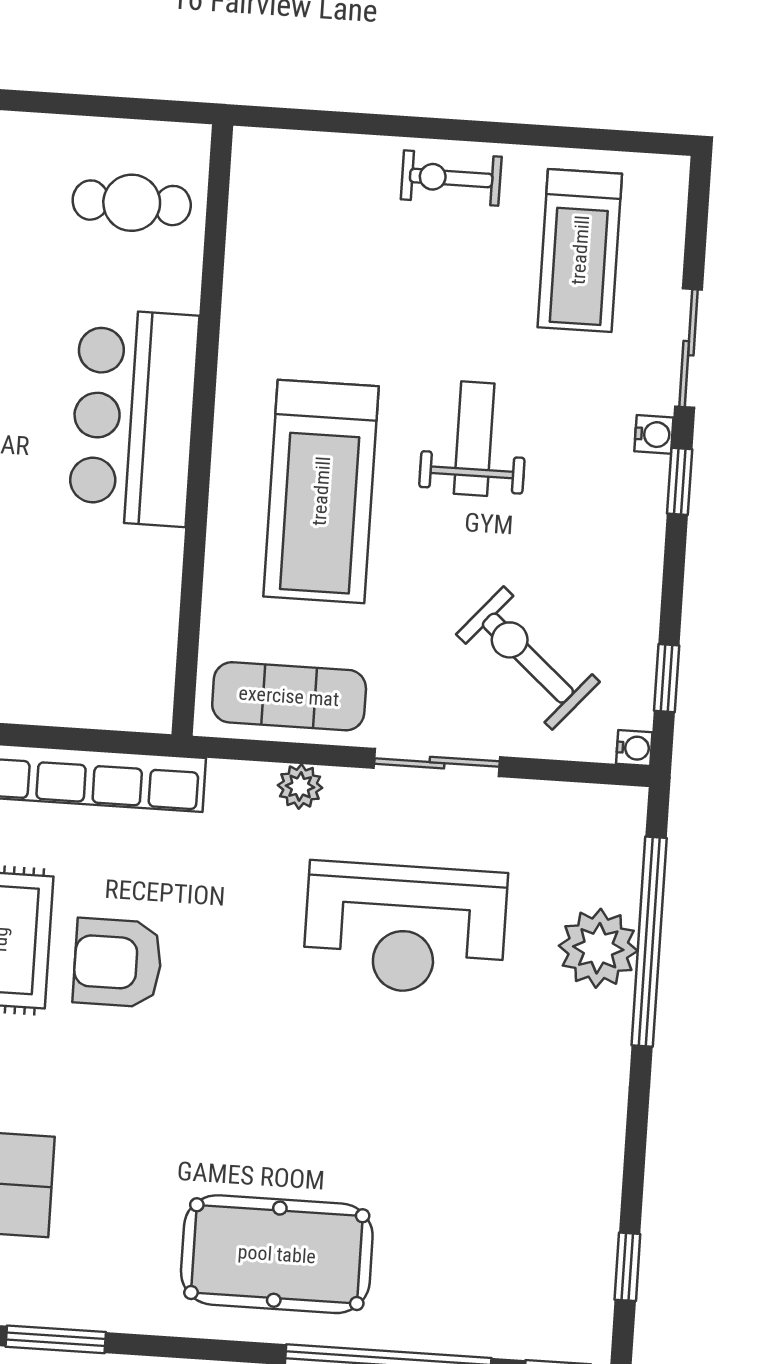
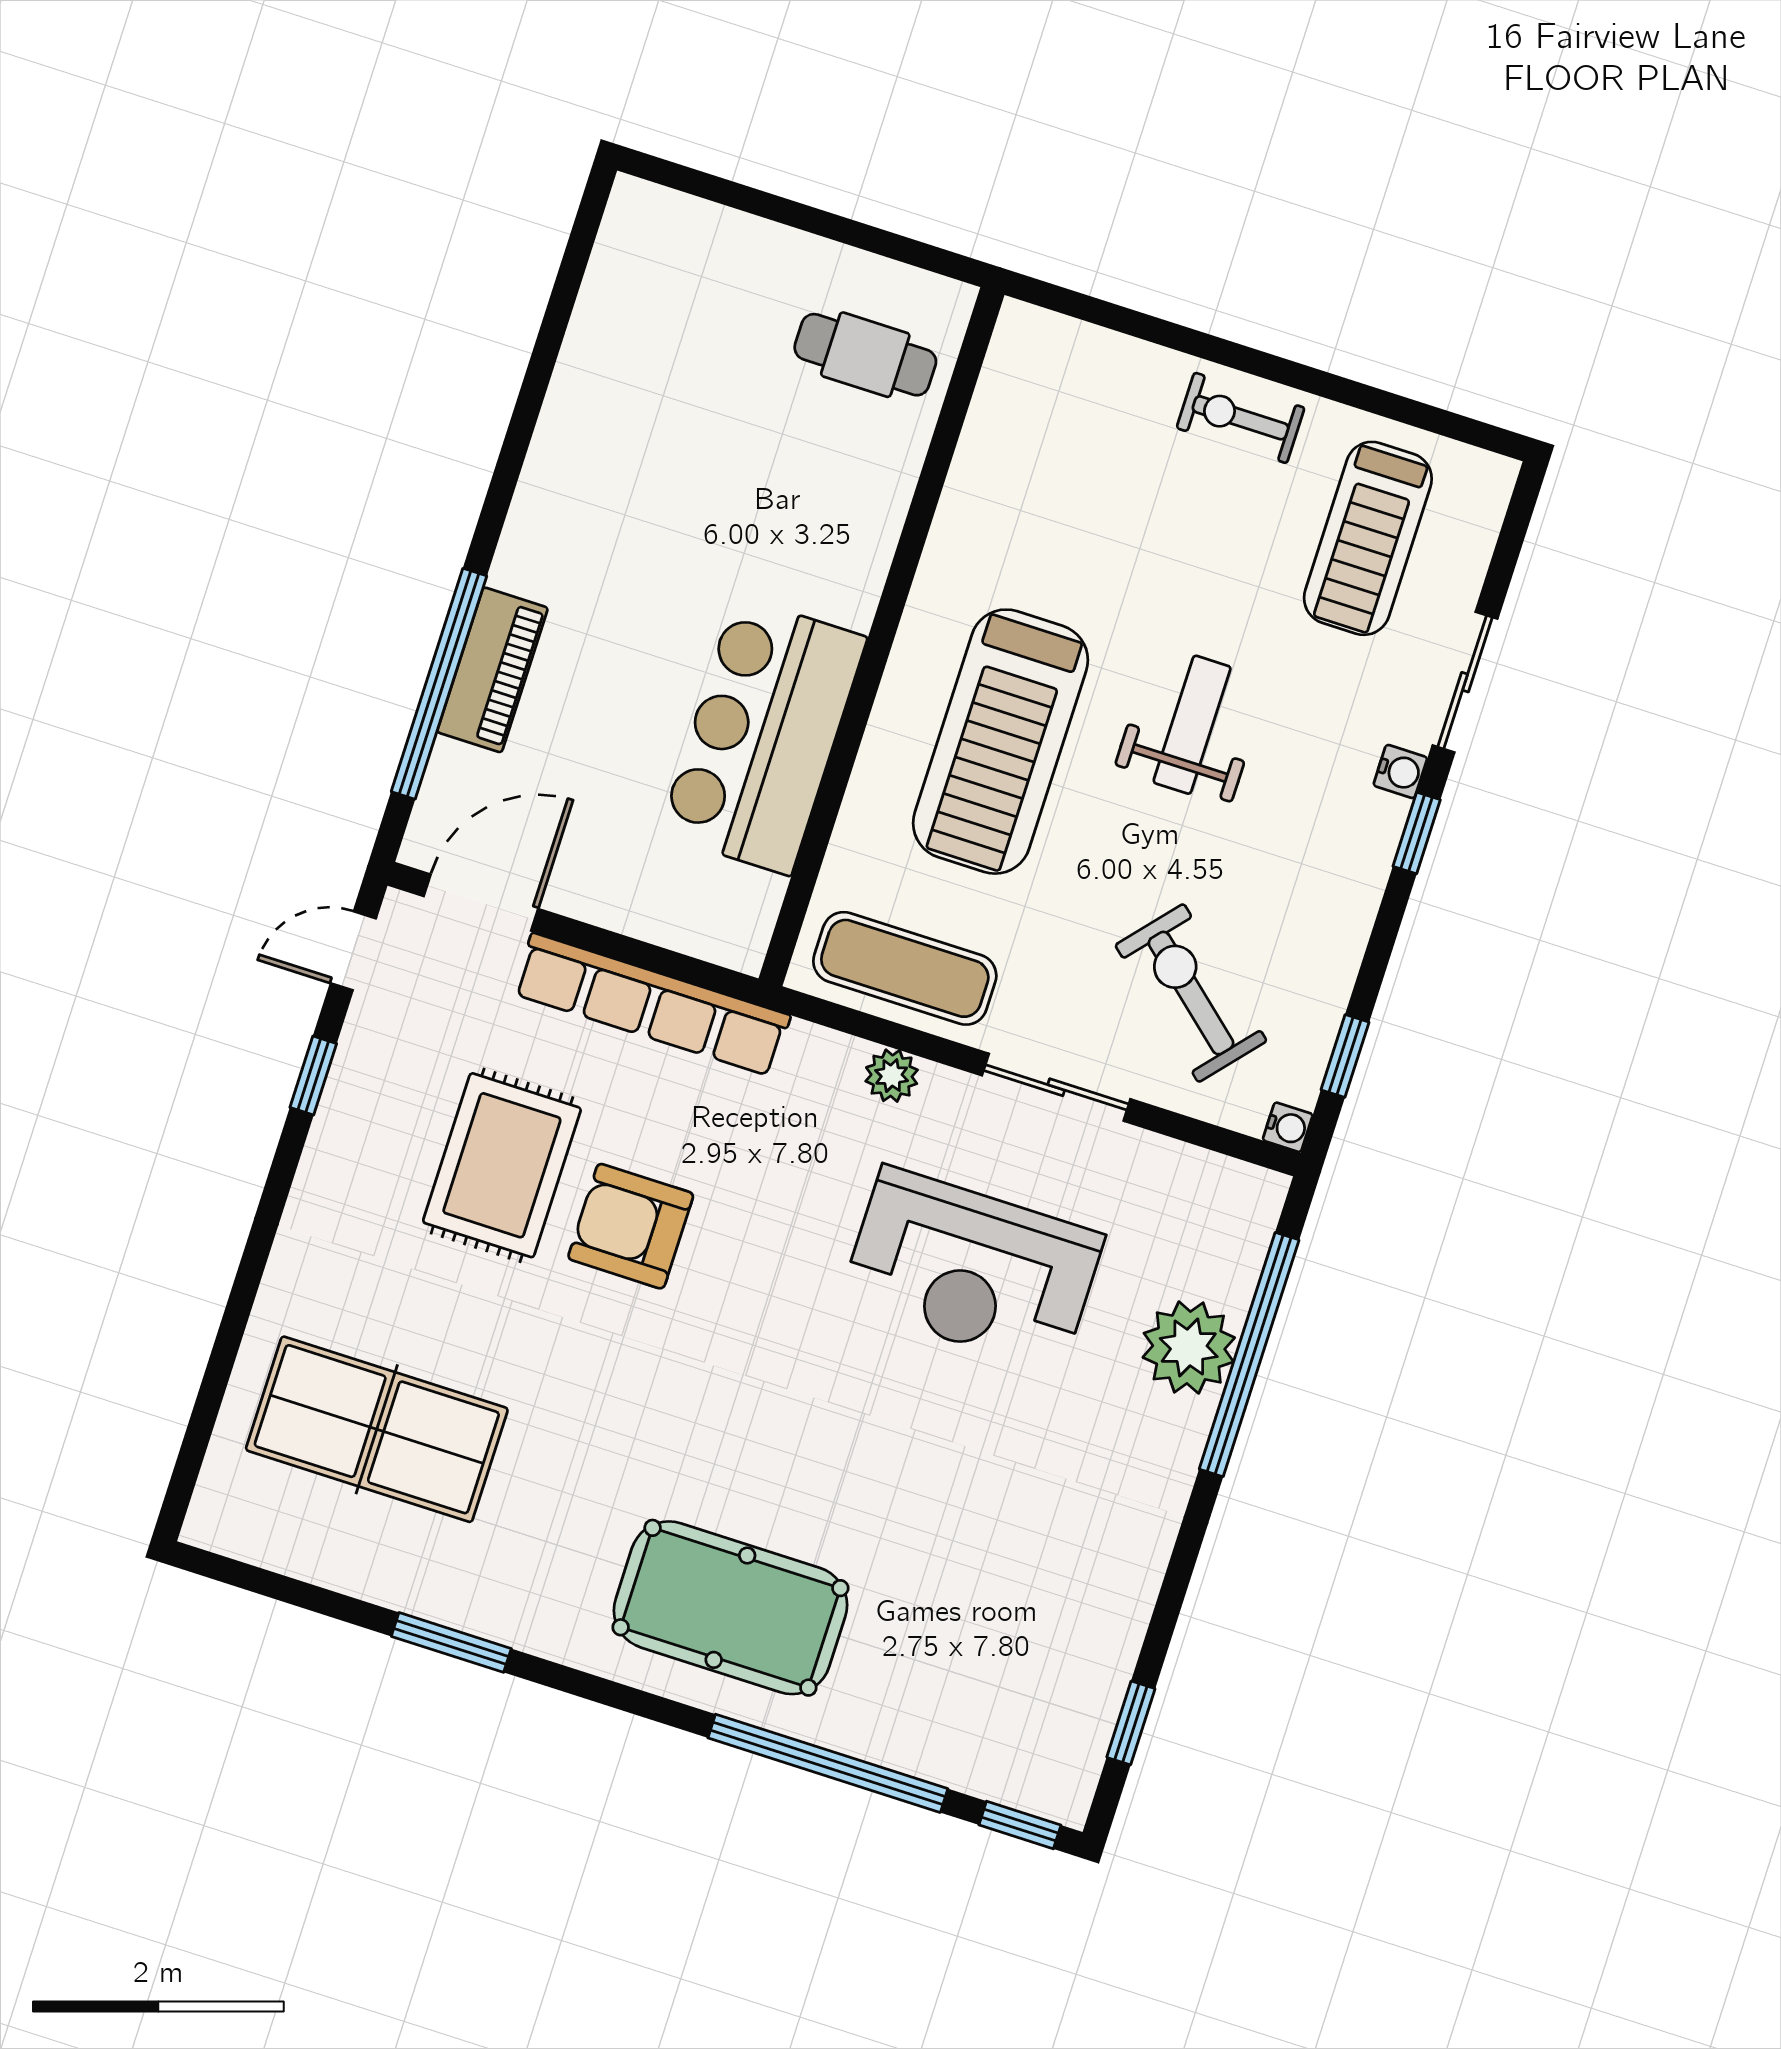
bar counter: (134, 418) -> (763, 736), moved

